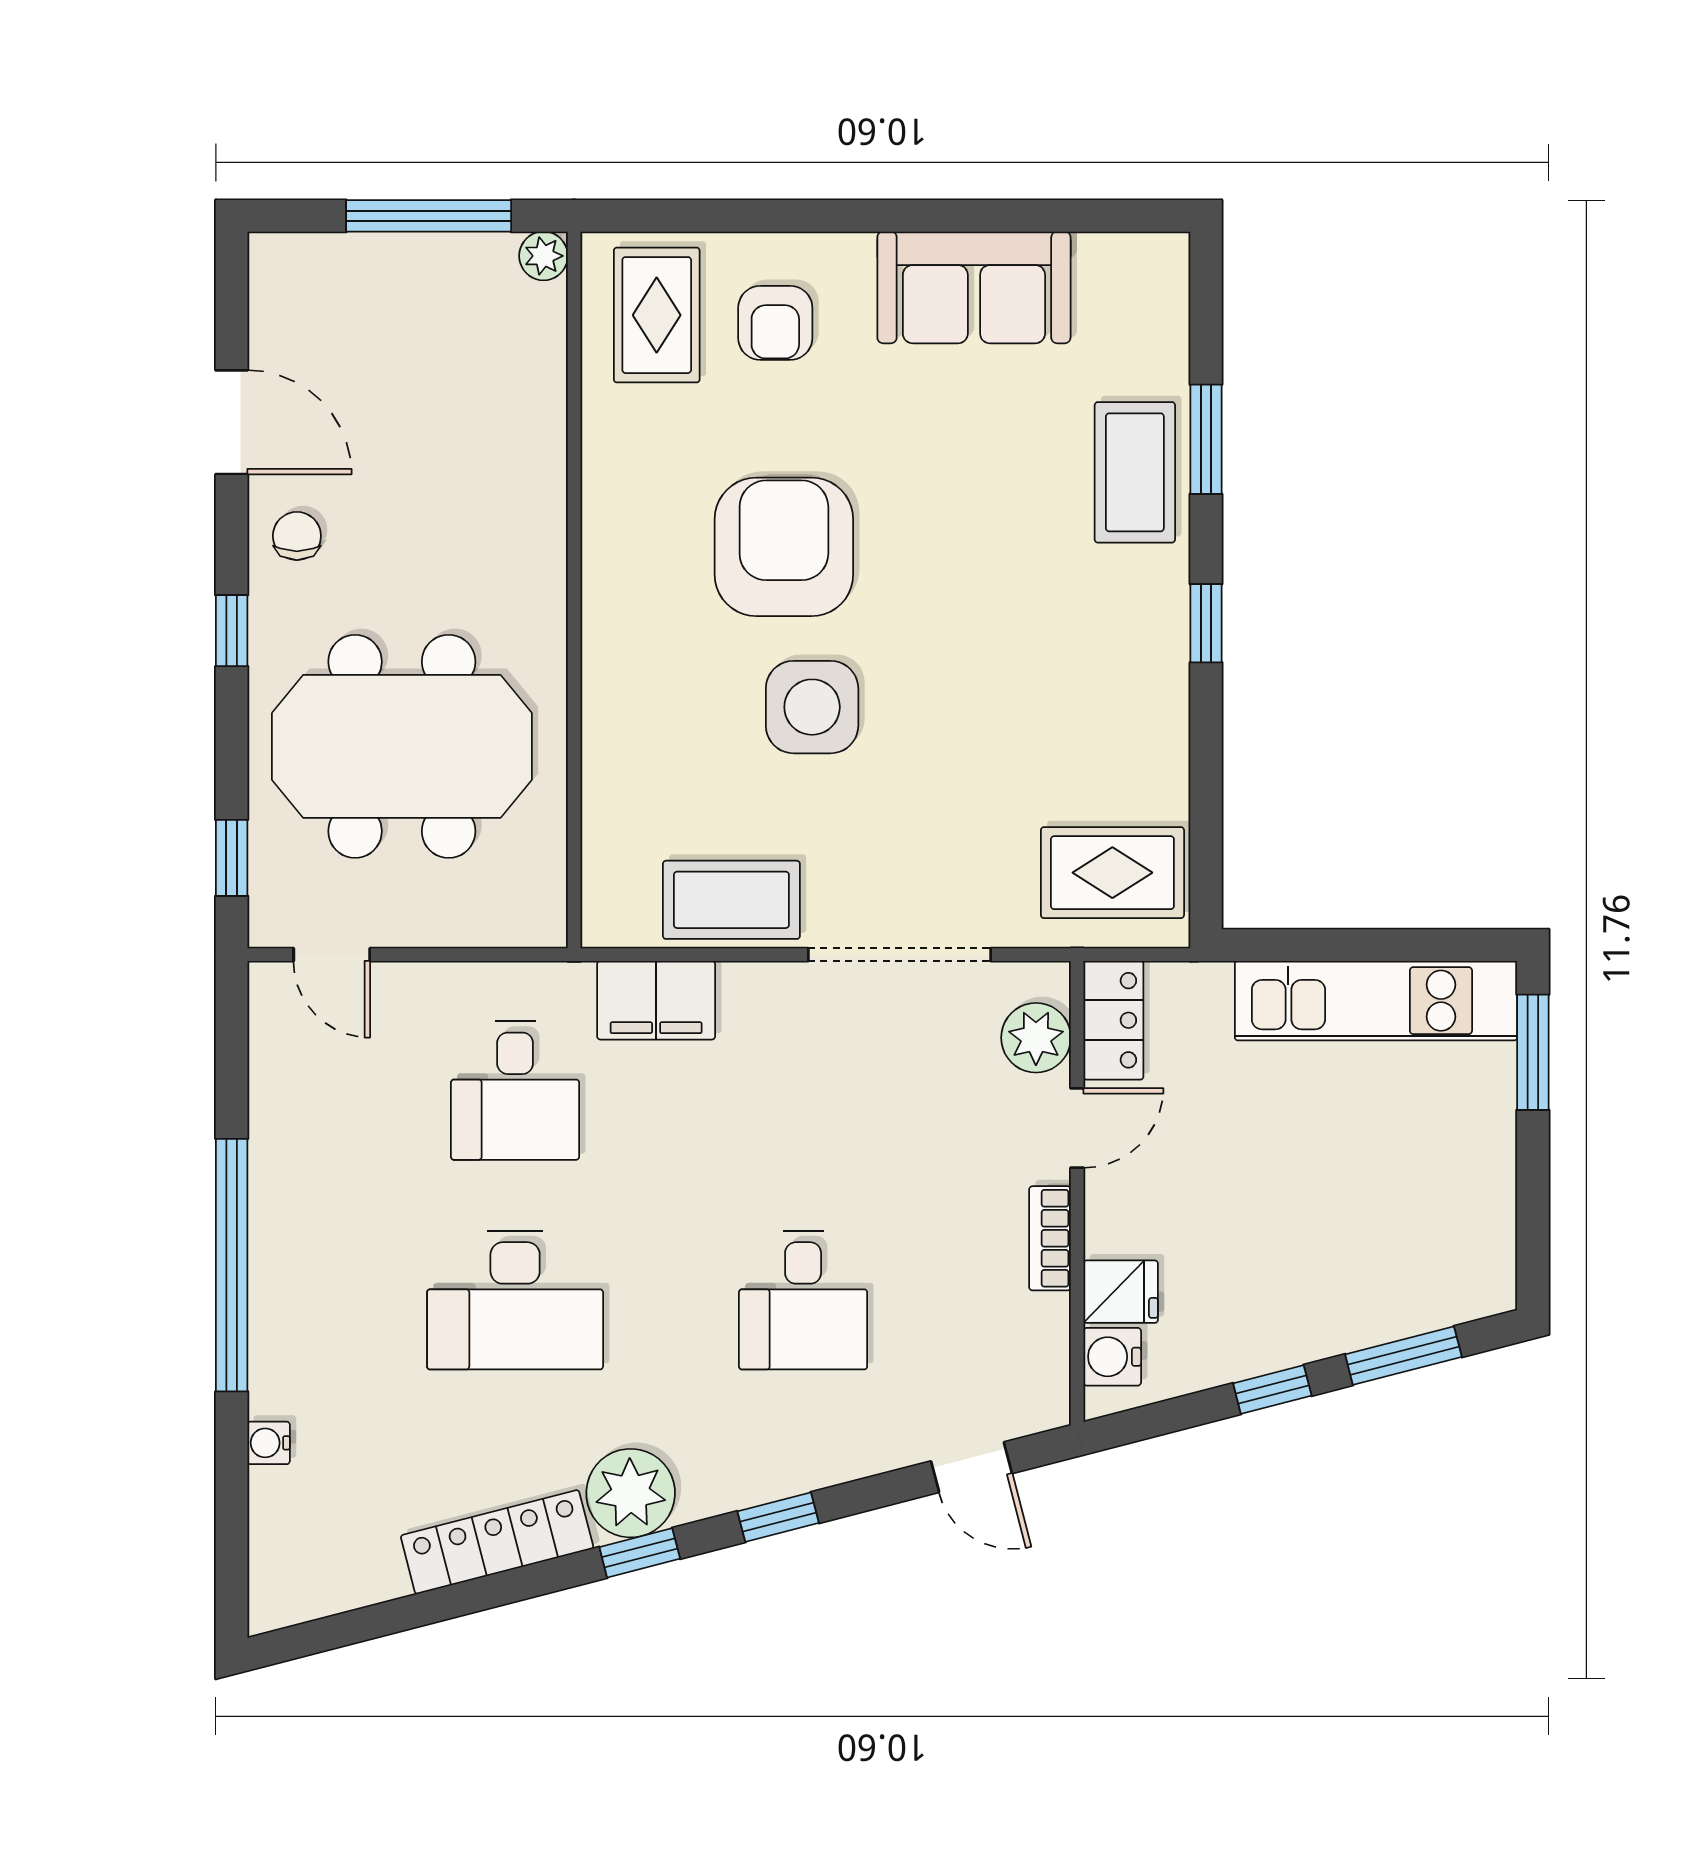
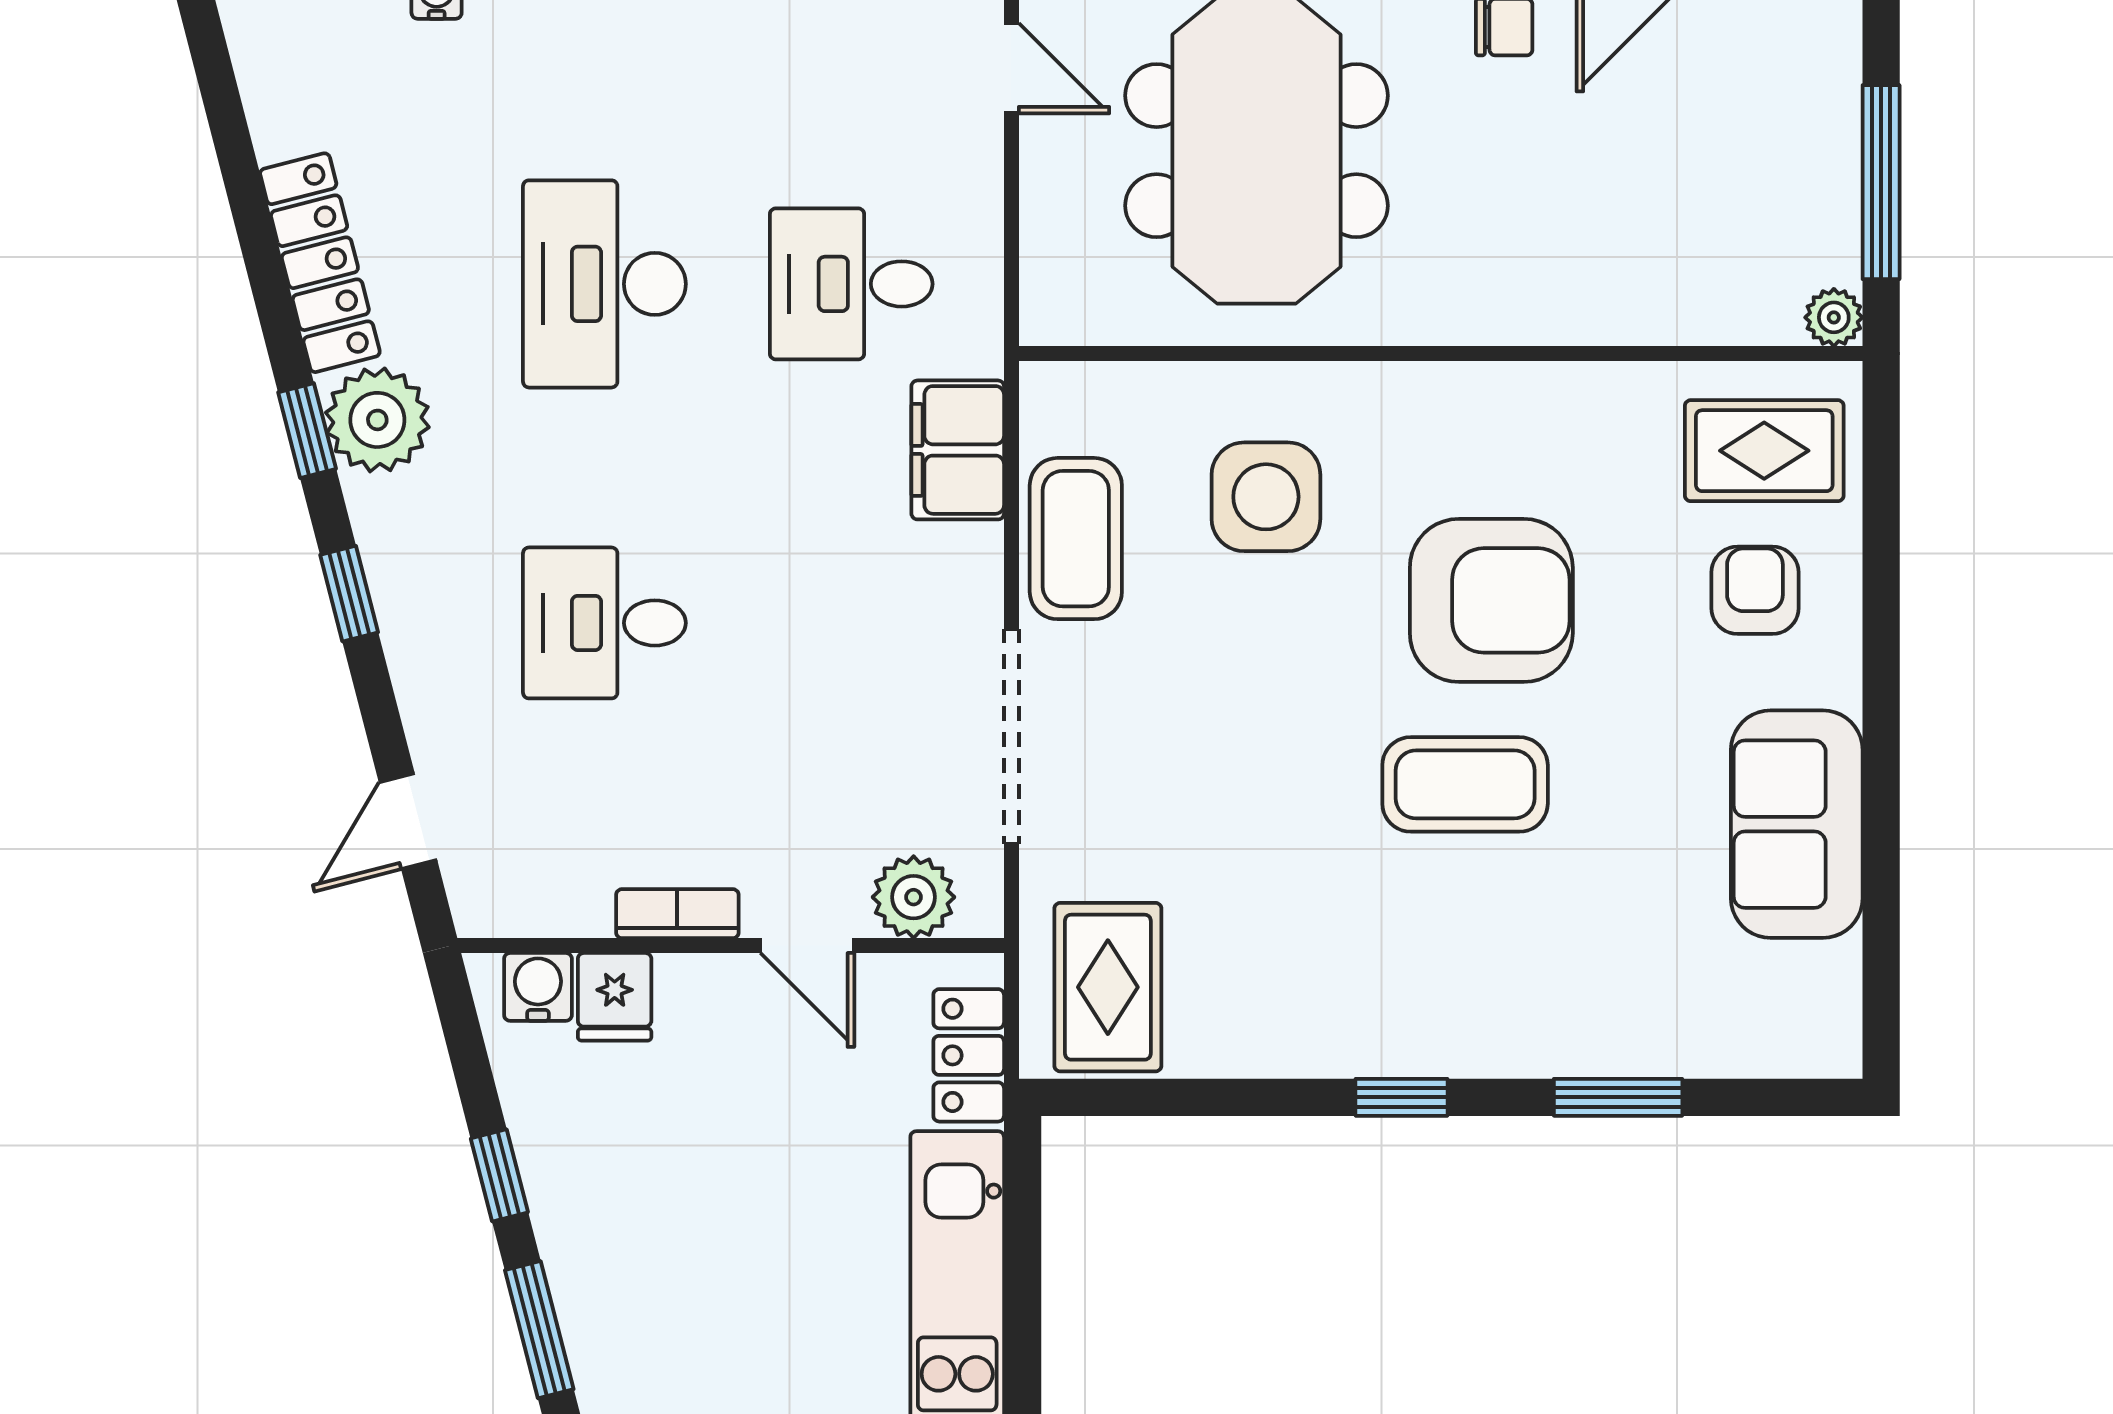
armchair: (775, 323) -> (1755, 590), turned 90
coffee table: (1135, 472) -> (1465, 784), moved
side table: (812, 707) -> (1266, 497), moved
door: (332, 955) -> (1011, 68), swing flipped
locker: (1113, 1020) -> (969, 1055), moved, turned 90

